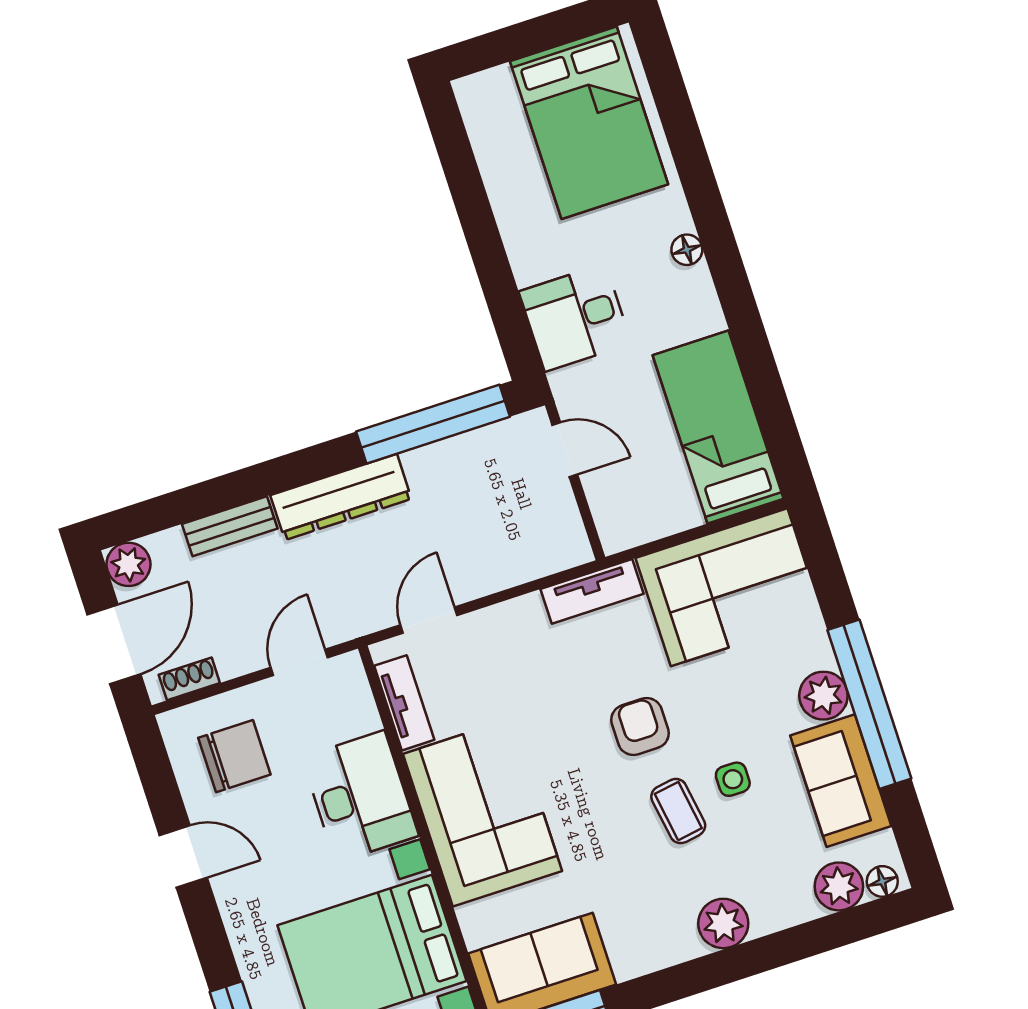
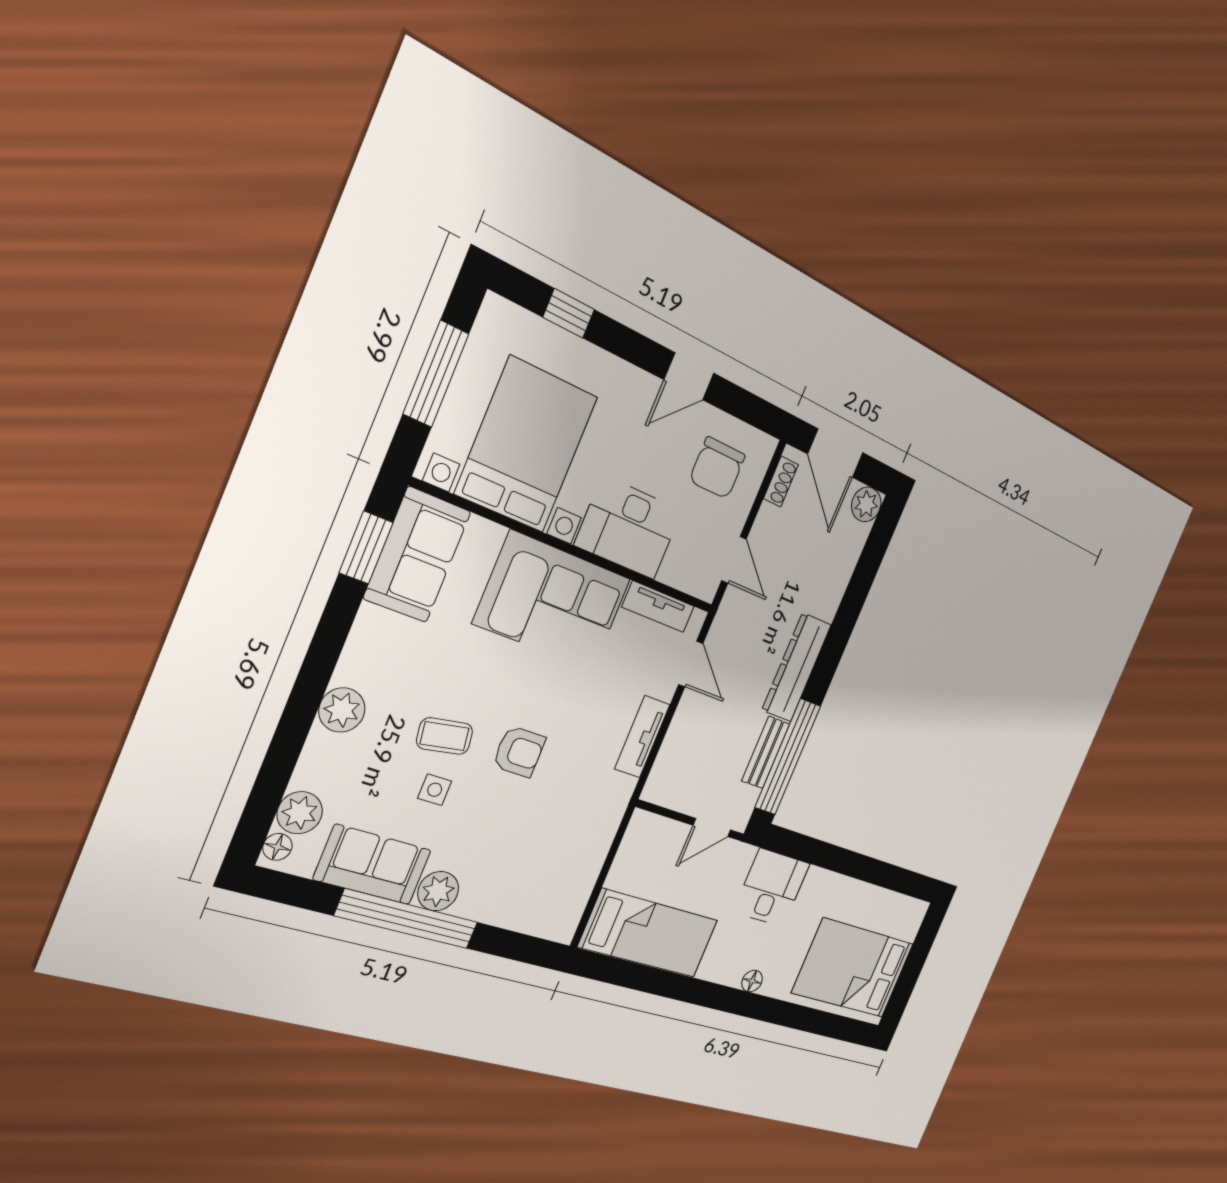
bench: (230, 526) -> (766, 752), moved
corner sofa: (729, 587) -> (555, 875), removed
tv unit: (592, 591) -> (642, 737), moved

